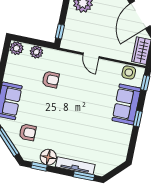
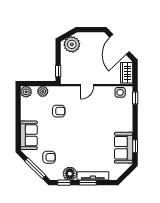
door: (91, 56) -> (87, 85), hinge flipped
sofa: (126, 104) -> (124, 148), moved
window: (138, 119) -> (135, 146), moved
window: (84, 176) -> (88, 183), moved

